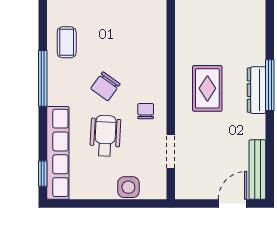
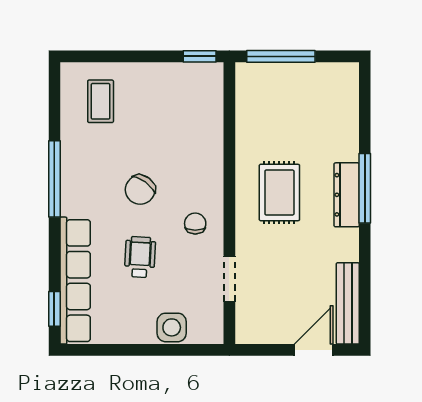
coffee table: (67, 42) -> (101, 101), moved
wheelchair: (105, 136) -> (140, 257), width x0.73, depth x0.73

